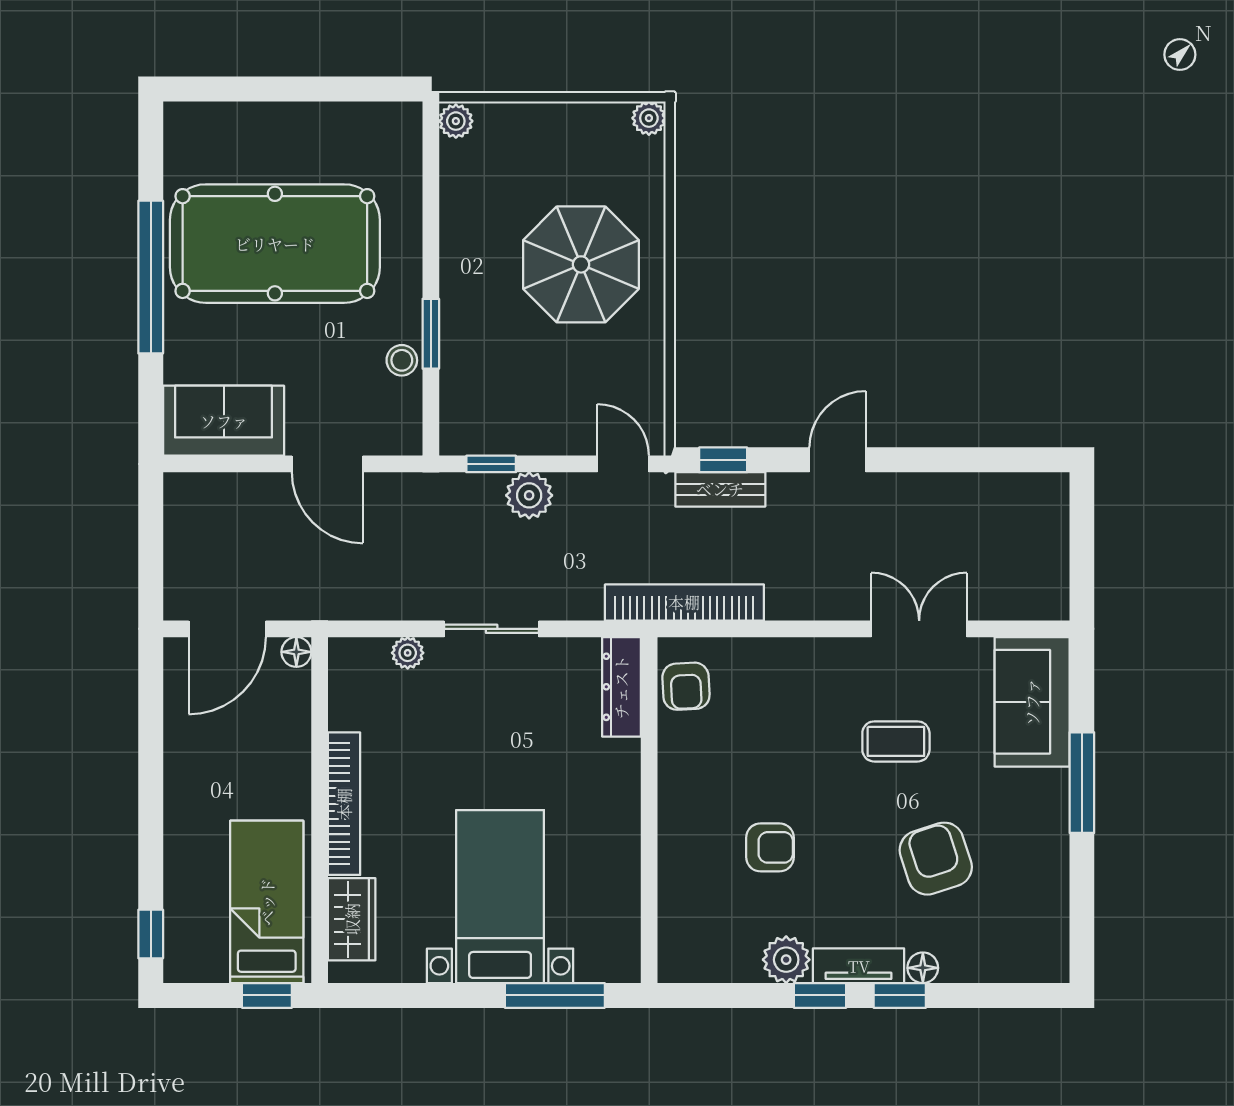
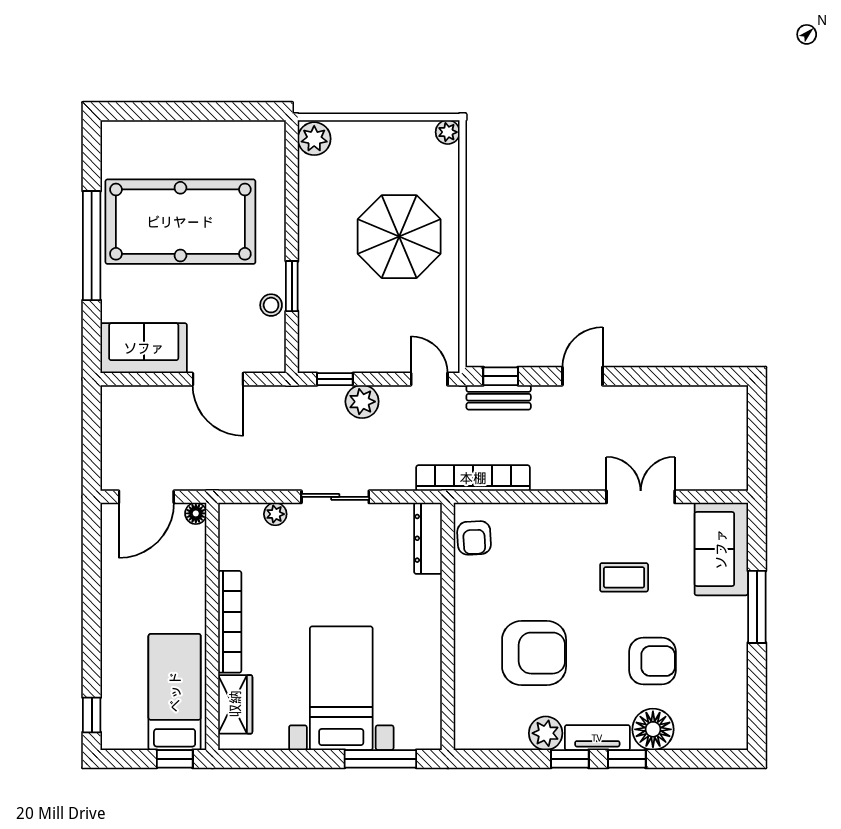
plant: (456, 121) -> (314, 139), width x1.38, depth x1.38
armchair: (770, 847) -> (534, 653), width x1.88, depth x1.88
armchair: (936, 859) -> (652, 661), turned 108
floor lamp: (923, 968) -> (653, 729), width x1.89, depth x1.89

